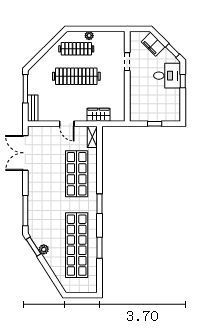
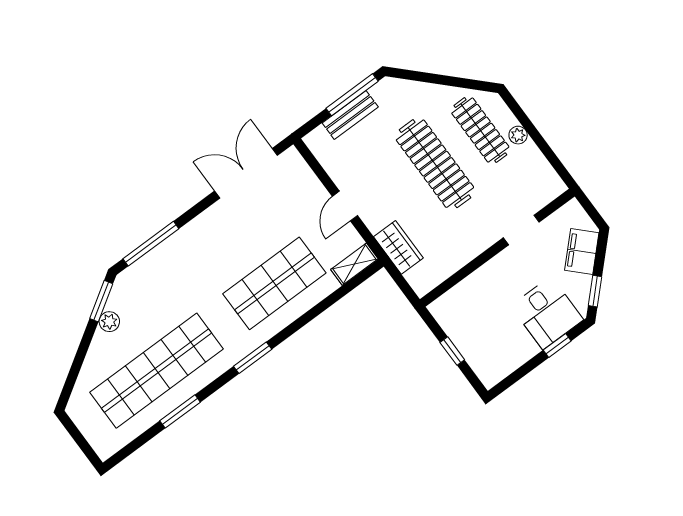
bench: (33, 108) -> (350, 115), moved

